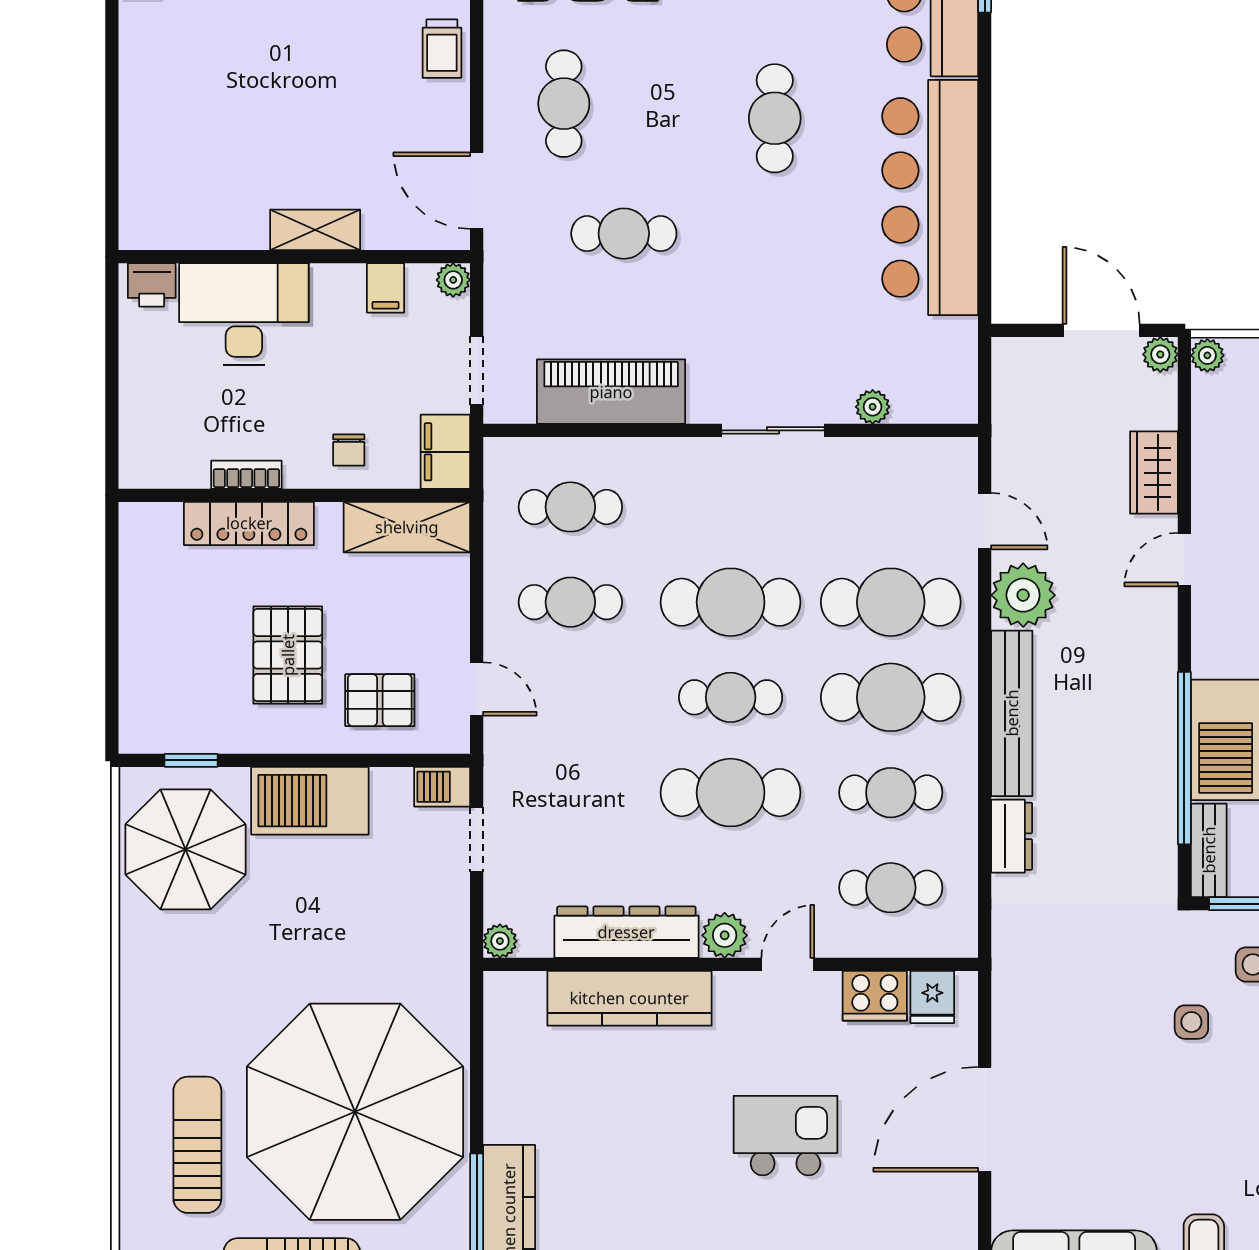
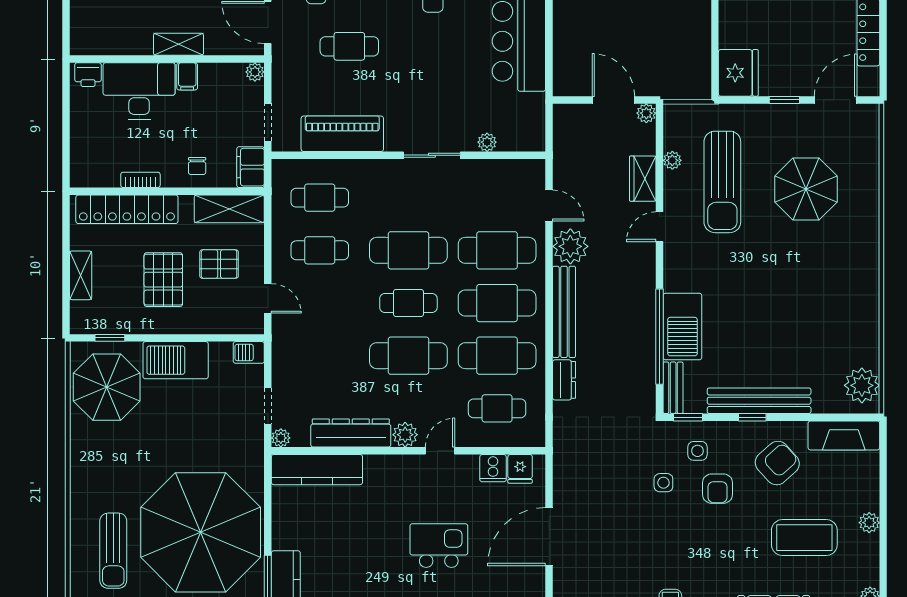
filing cabinet: (386, 288) -> (187, 76), moved
plant: (1207, 355) -> (672, 160), moved
locker: (249, 523) -> (127, 209), width x1.41, depth x1.21
shelving: (138, 647) -> (81, 275), added
pallet: (380, 700) -> (219, 264), moved
cafe table: (891, 793) -> (497, 356), width x1.37, depth x1.35
doorway: (477, 839) -> (268, 406), moved
cooker: (875, 996) -> (493, 468), width x0.73
kitchen counter: (629, 998) -> (317, 470), moved
sun lounger: (197, 1145) -> (113, 551), turned 180

